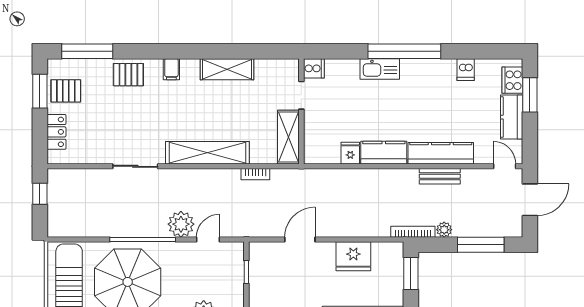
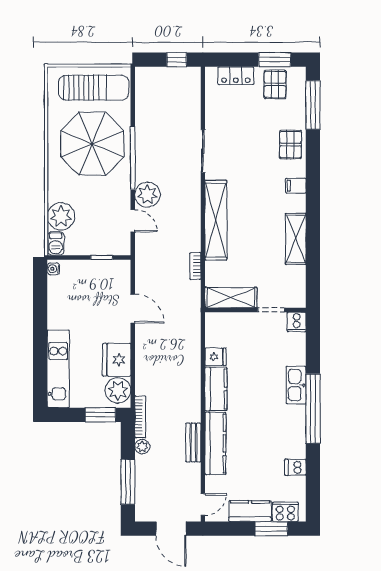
plant: (385, 255) -> (118, 390), added

